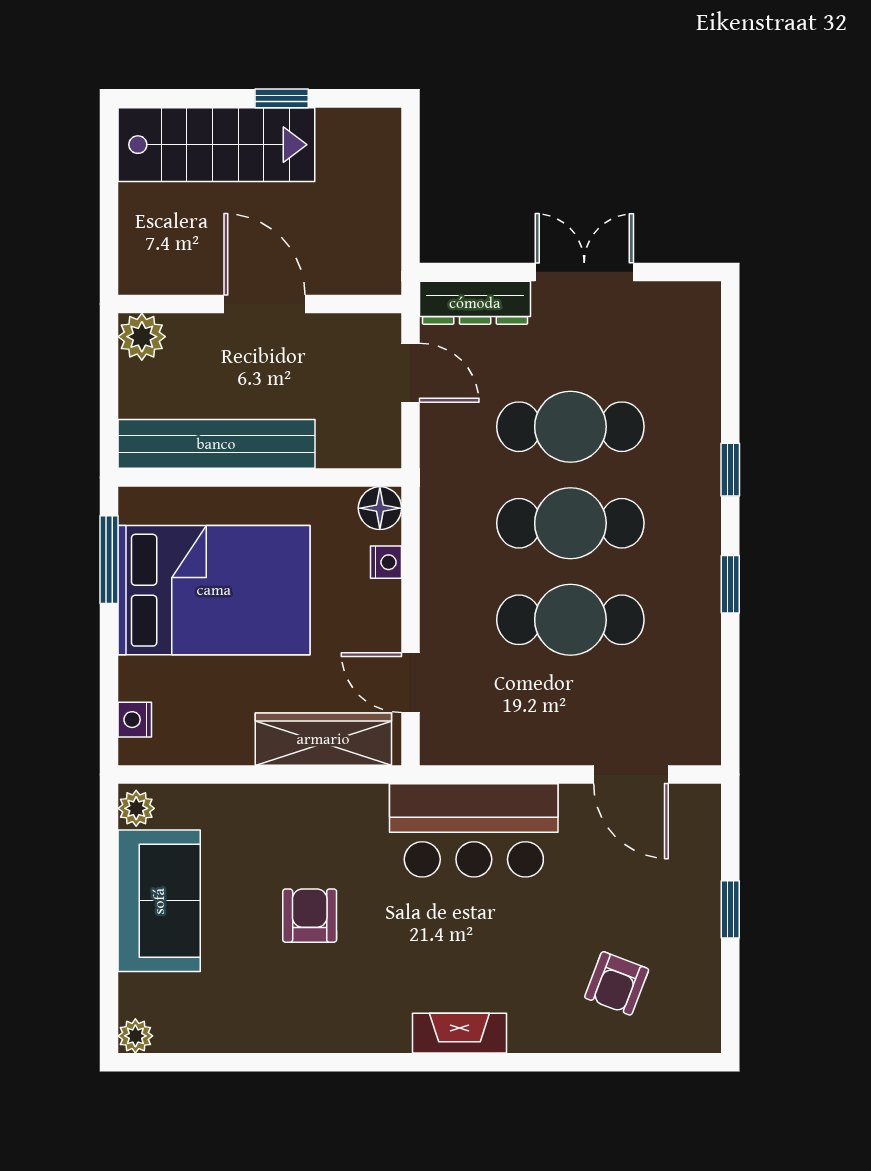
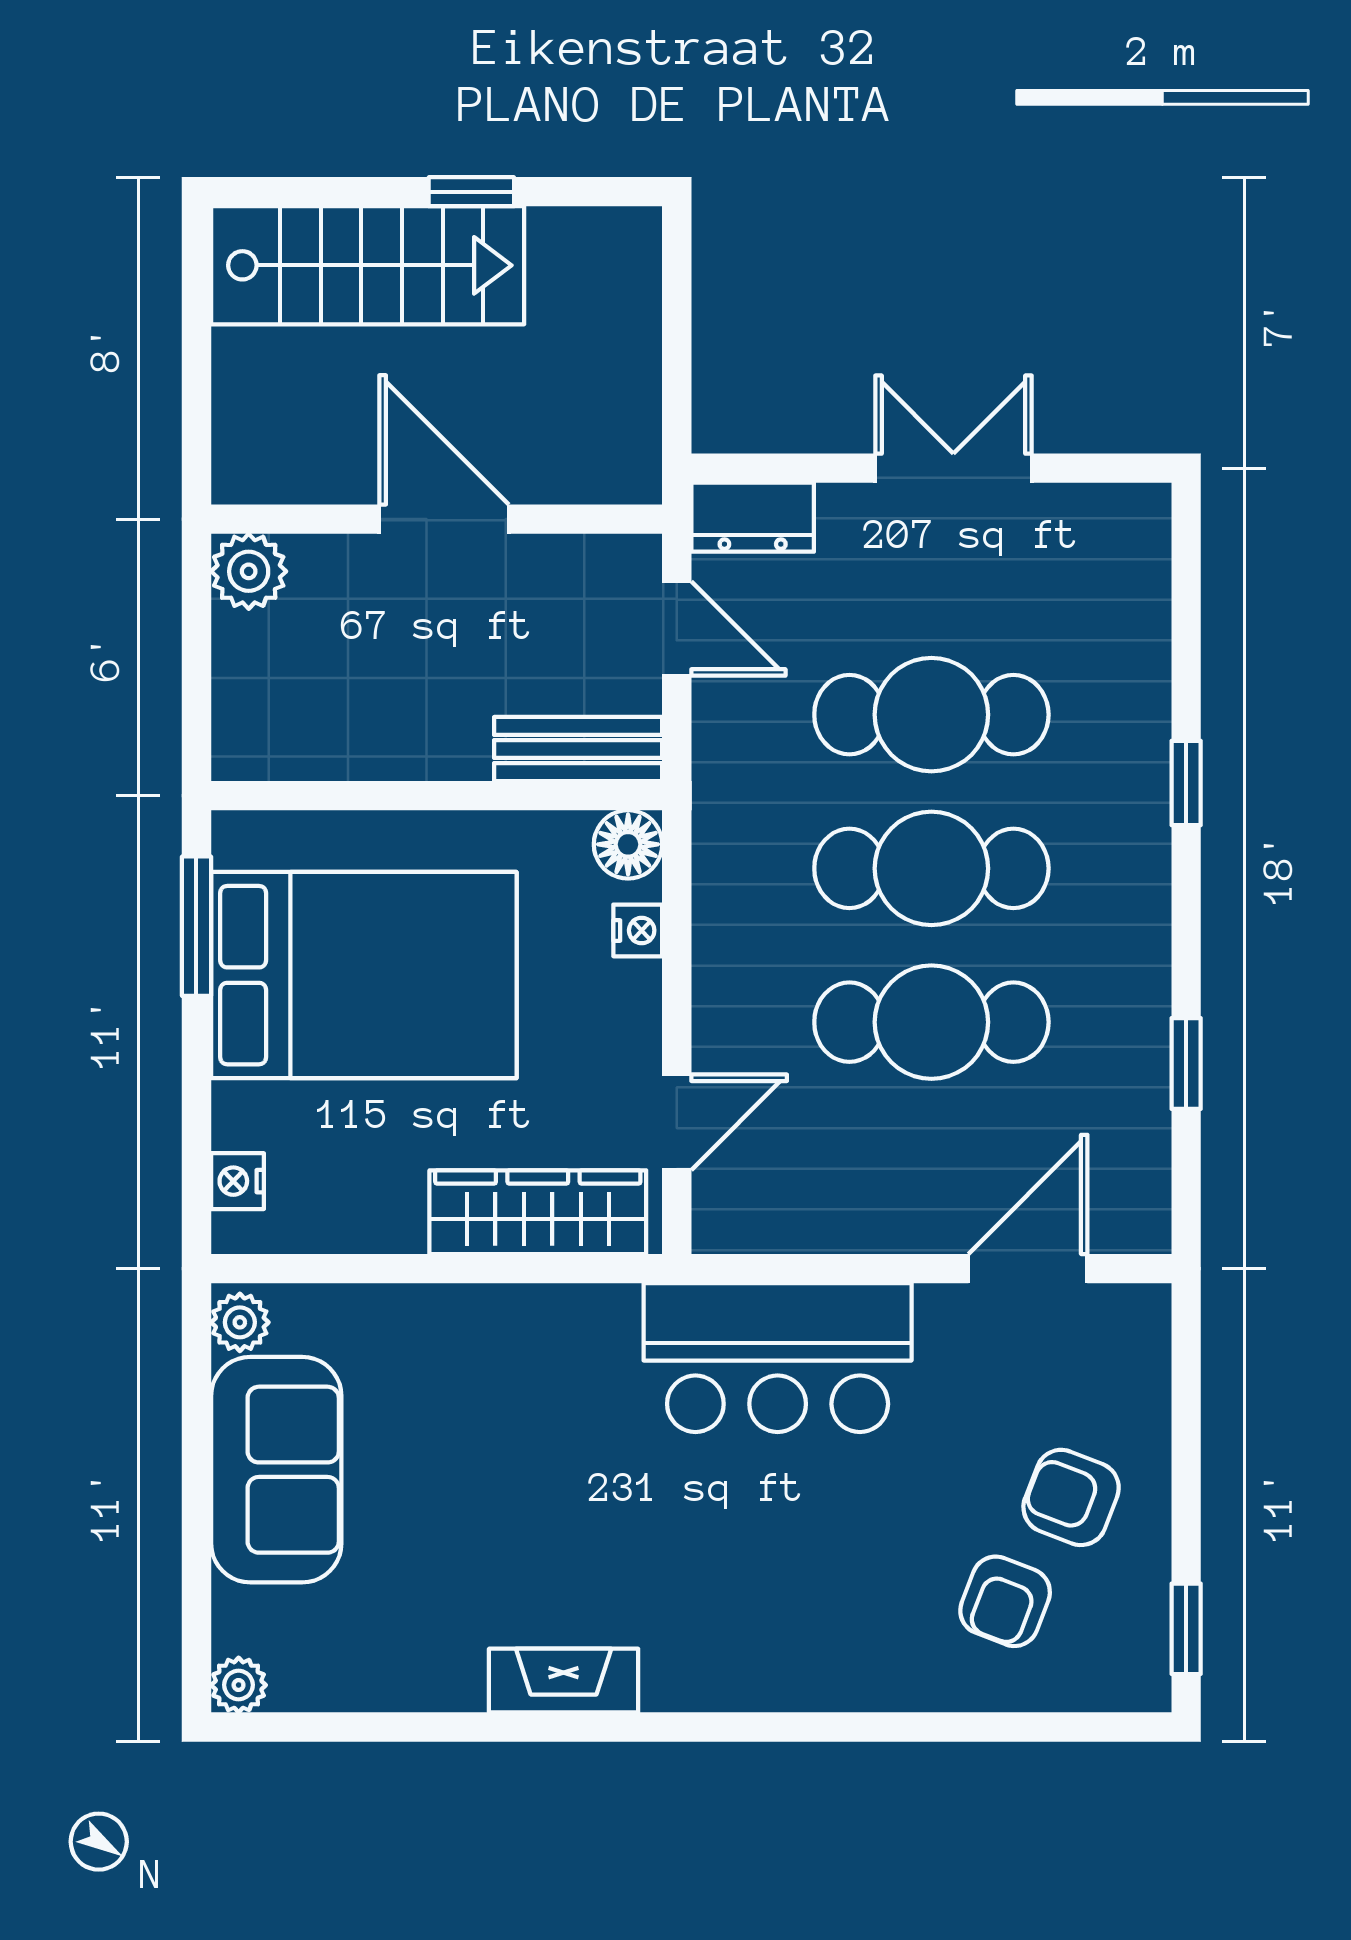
dresser: (475, 303) -> (753, 517), width x0.70
bench: (216, 444) -> (578, 749), moved, width x0.54, depth x0.82
window: (730, 584) -> (1186, 1064), moved
door: (411, 683) -> (677, 1122), swing flipped
door: (631, 775) -> (1028, 1269), swing flipped
window: (730, 909) -> (1186, 1629), moved
armchair: (310, 916) -> (1071, 1497), moved, turned -69
fireplace: (459, 1033) -> (564, 1681), moved

